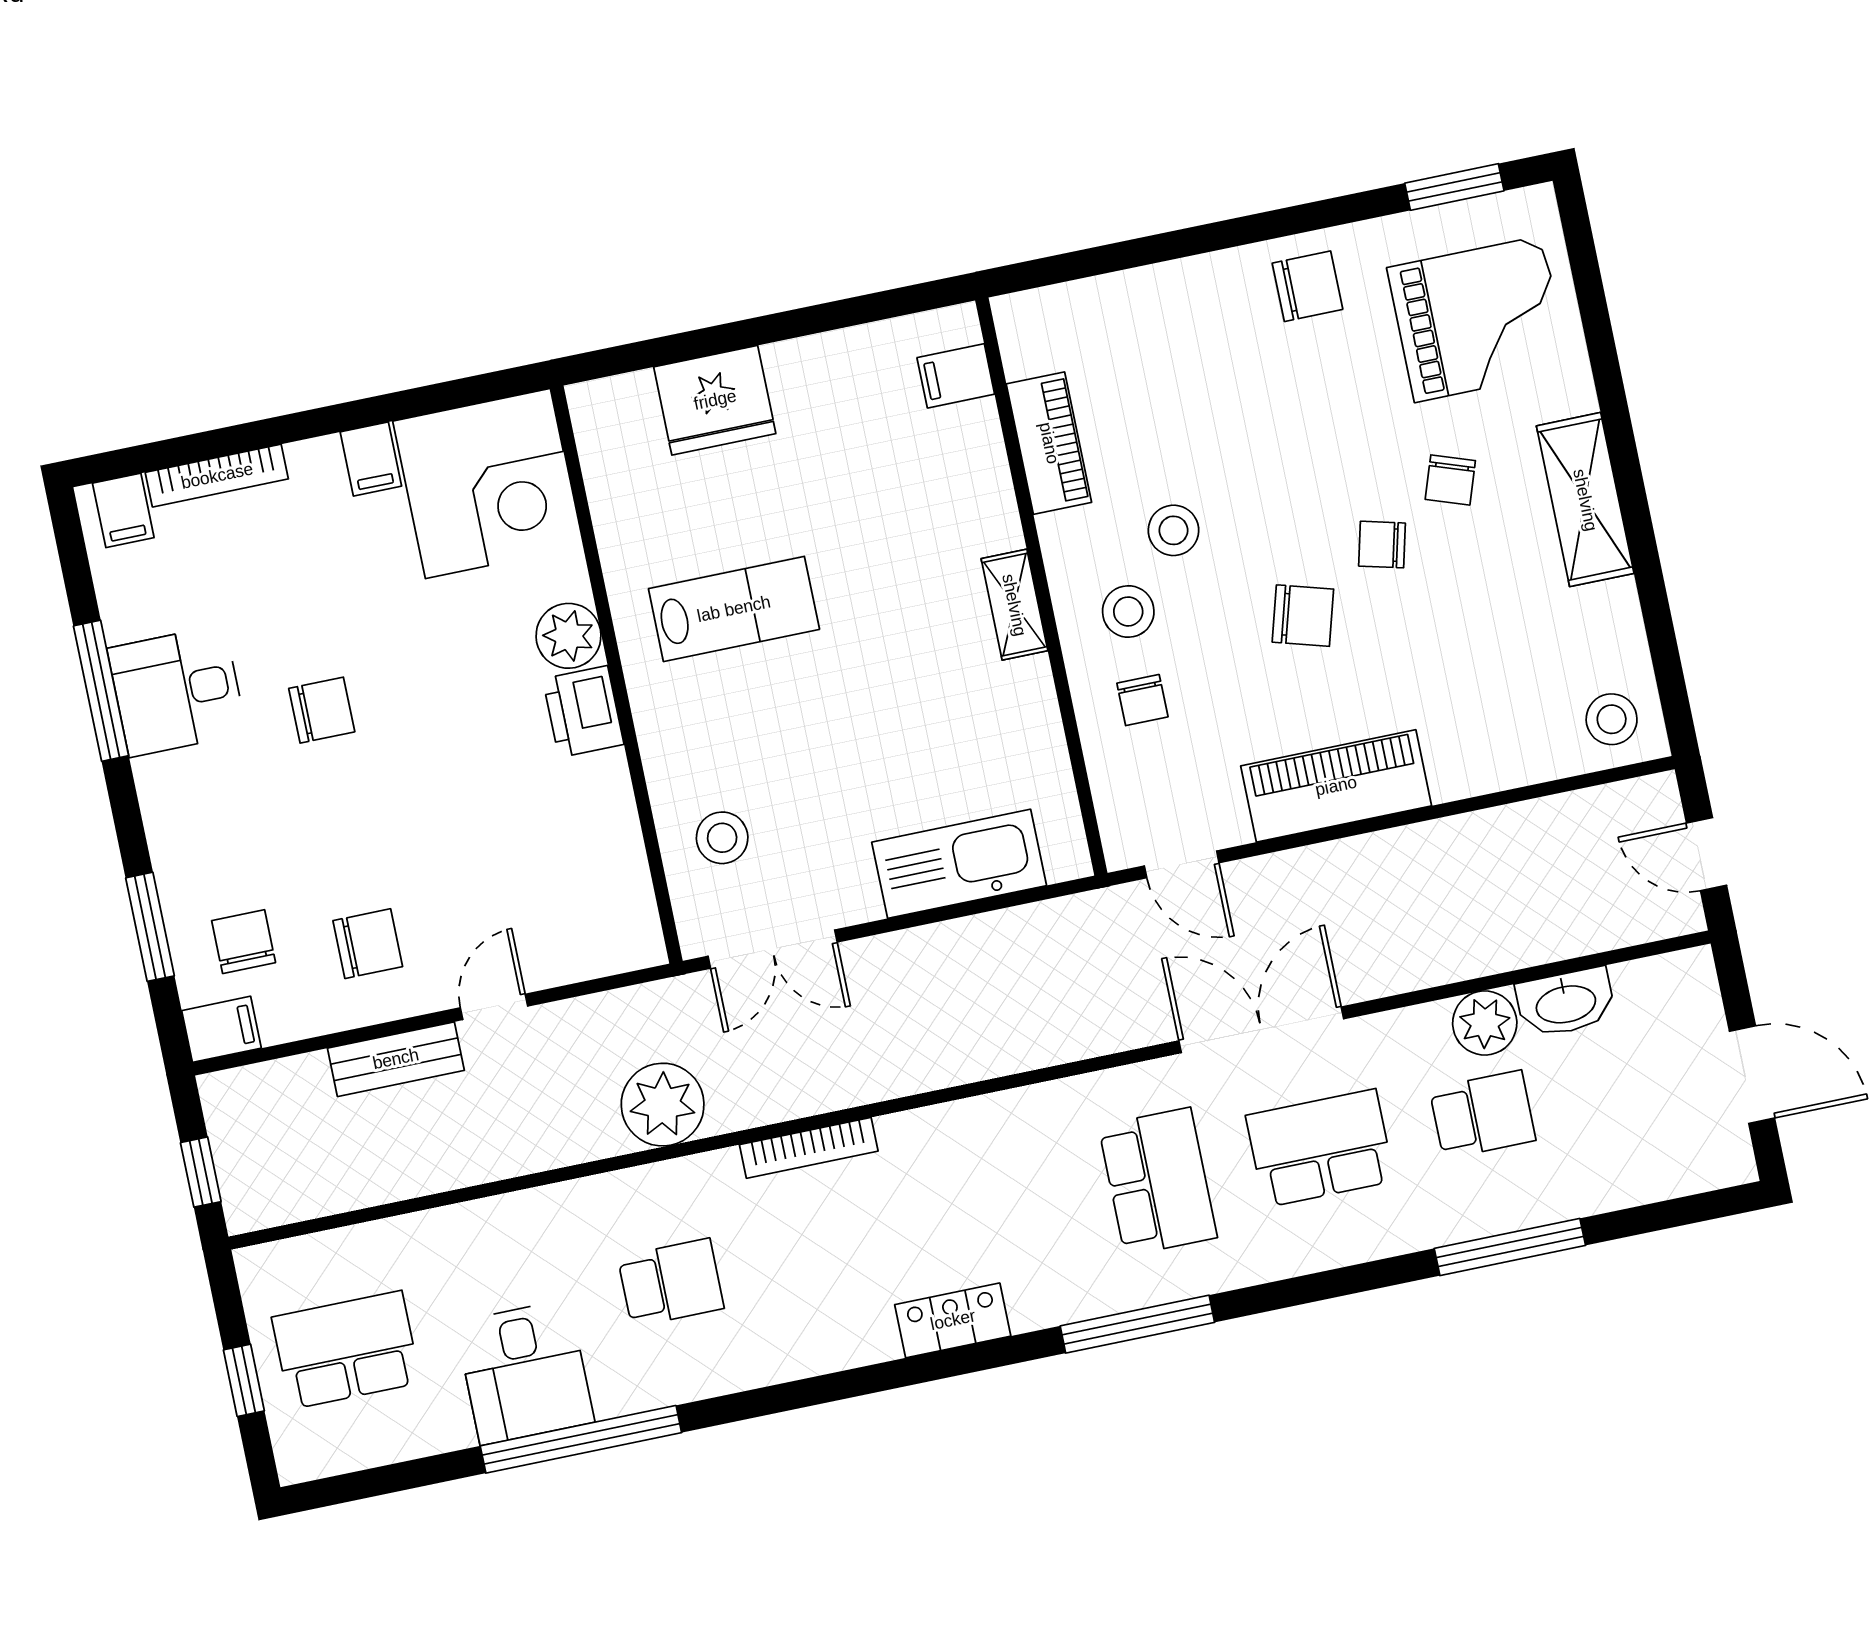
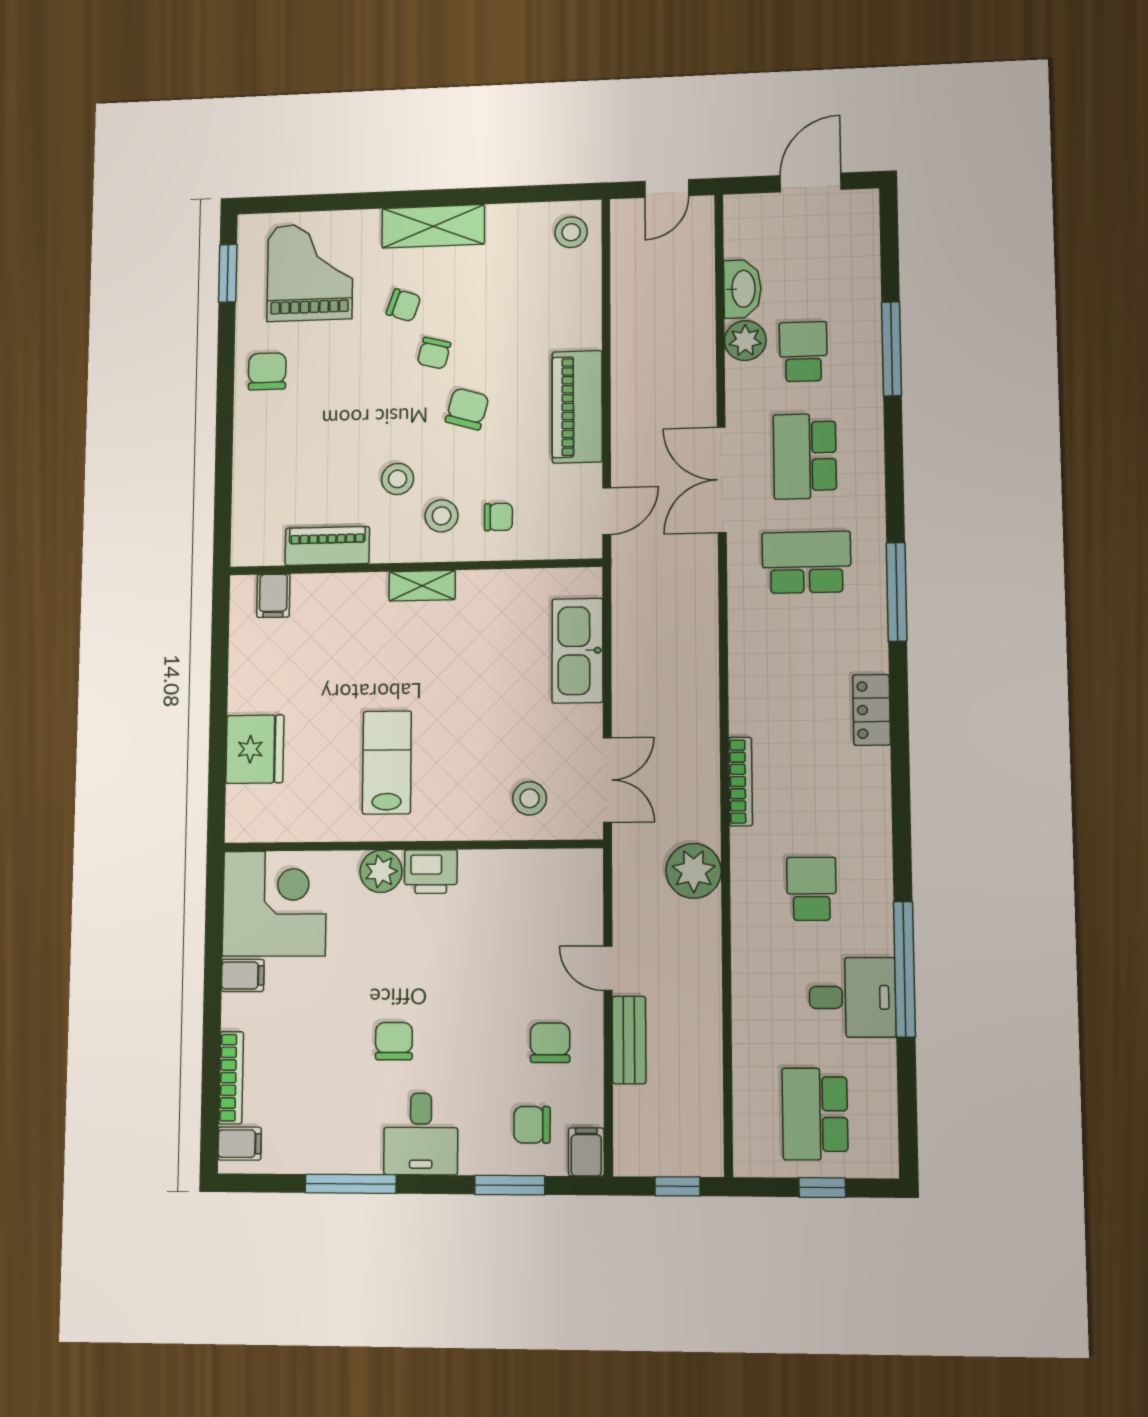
desk: (177, 691) -> (421, 1134), moved

